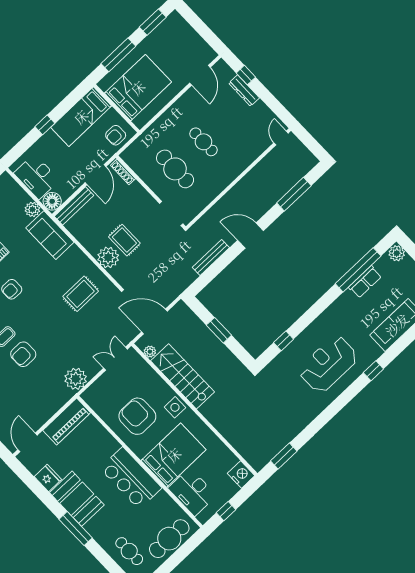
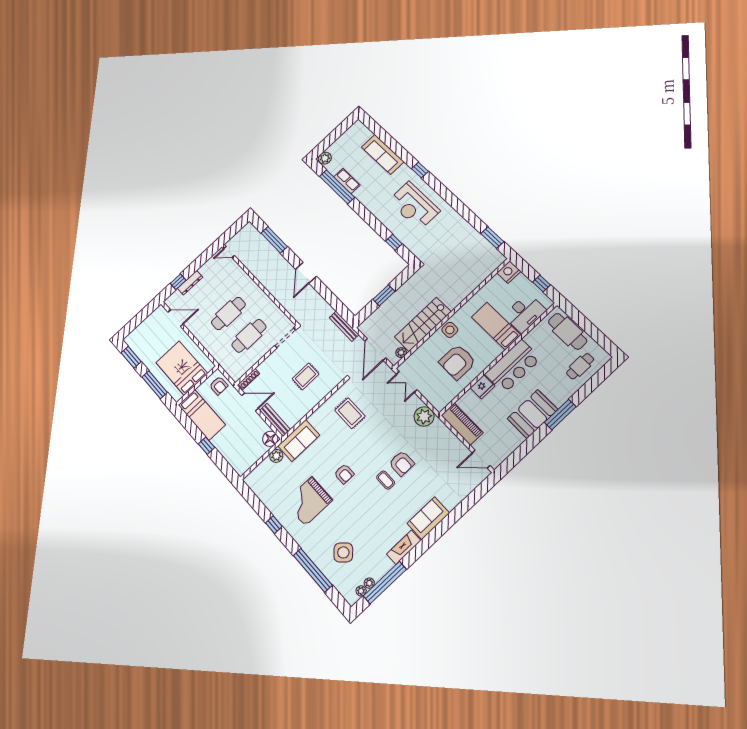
cafe table: (203, 142) -> (228, 313), width x1.37, depth x1.35
desk: (37, 177) -> (249, 452), removed
plant: (108, 257) -> (320, 390), removed
bench: (211, 258) -> (344, 326), moved
bed: (174, 455) -> (496, 326), width x0.67
fridge: (48, 478) -> (482, 387), moved, turned 180

